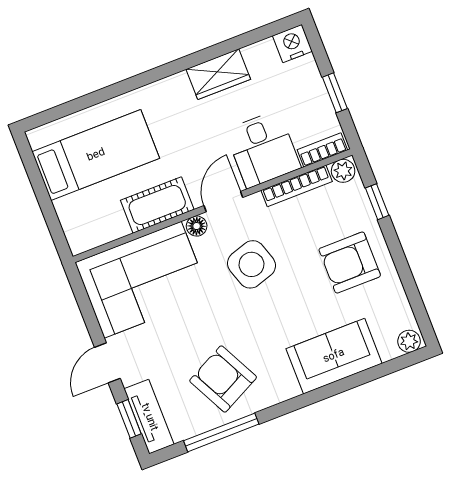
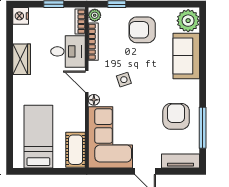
cot: (157, 205) -> (76, 150), moved
armchair: (350, 263) -> (142, 30), turned 90
side table: (251, 264) -> (124, 80), width x0.54, depth x0.54
plant: (409, 341) -> (188, 21), width x1.87, depth x1.87
armchair: (223, 379) -> (176, 116), turned 117
window: (129, 419) -> (178, 171), removed

